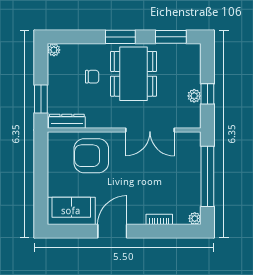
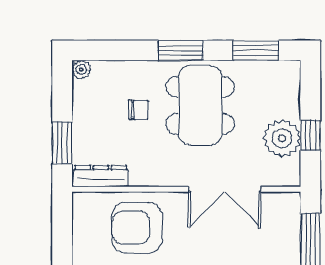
plant: (194, 96) -> (282, 138), width x1.87, depth x1.87

